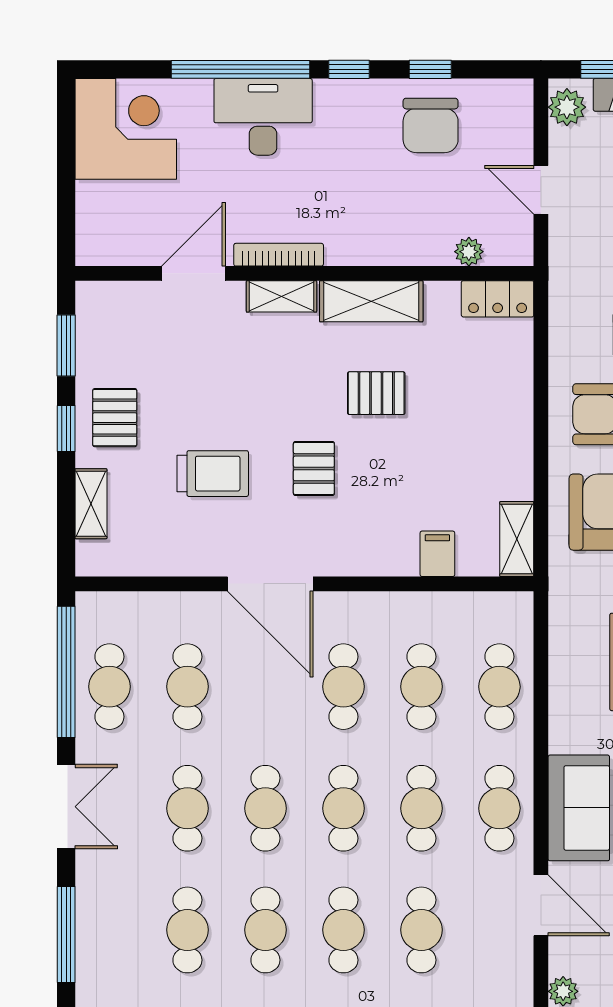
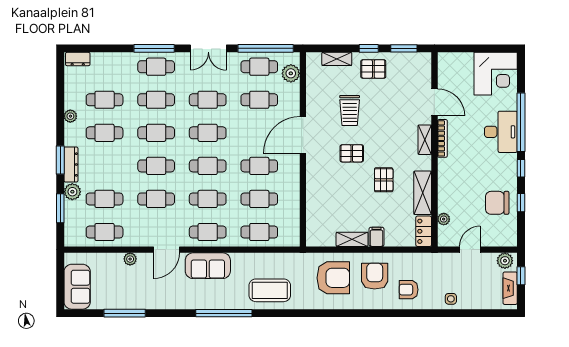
shelving: (371, 301) -> (423, 193), moved
shelving: (517, 539) -> (352, 239), moved
filing cabinet: (437, 554) -> (376, 237), moved, turned -90
plant: (125, 612) -> (291, 73), added
cafe table: (109, 930) -> (156, 67), added

